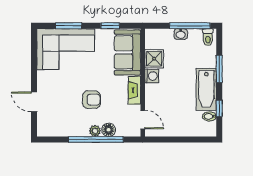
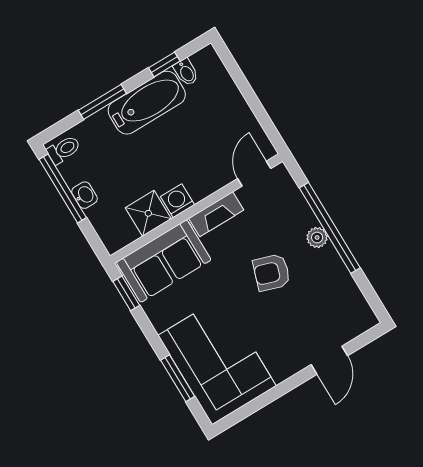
window: (110, 26) -> (126, 293), moved
armchair: (91, 100) -> (272, 272), turned -72
floor lamp: (109, 130) -> (302, 217), removed

